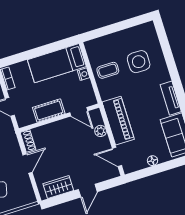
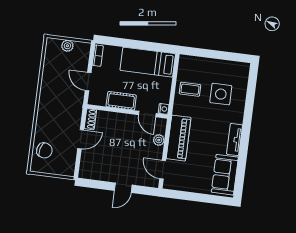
nightstand: (84, 74) -> (164, 109), moved
floor lamp: (153, 161) -> (193, 187), removed
wardrobe: (58, 187) -> (98, 173), removed

